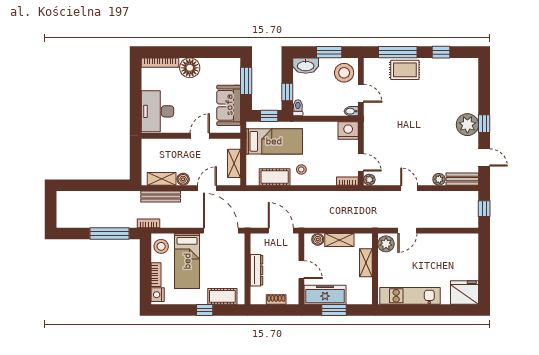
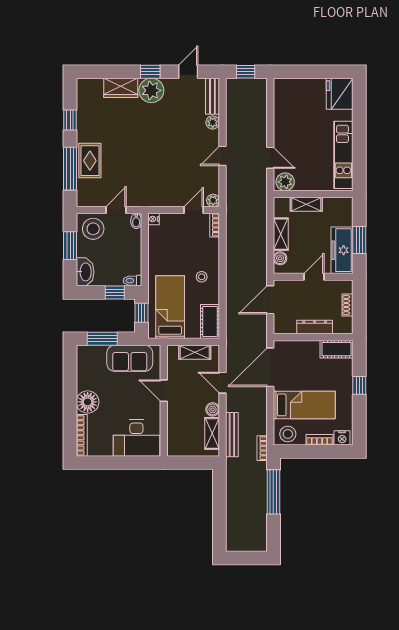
wardrobe: (470, 97) -> (121, 88), added
nightstand: (348, 130) -> (153, 219), width x0.53, depth x0.56
cot: (275, 177) -> (210, 322), moved
cot: (222, 296) -> (337, 349), moved, turned 90

